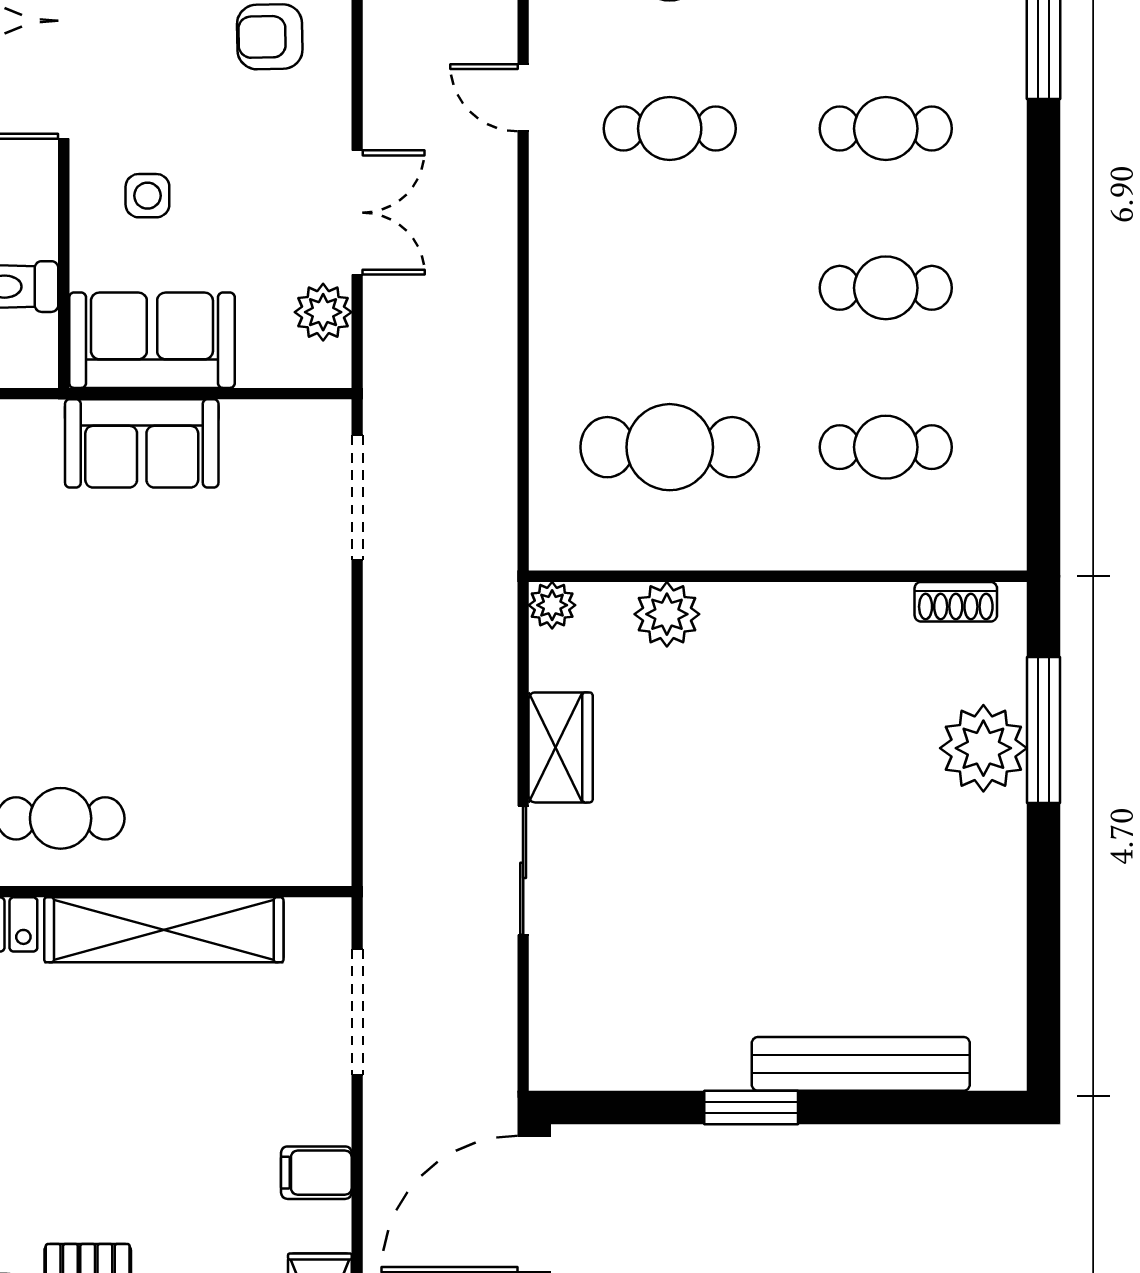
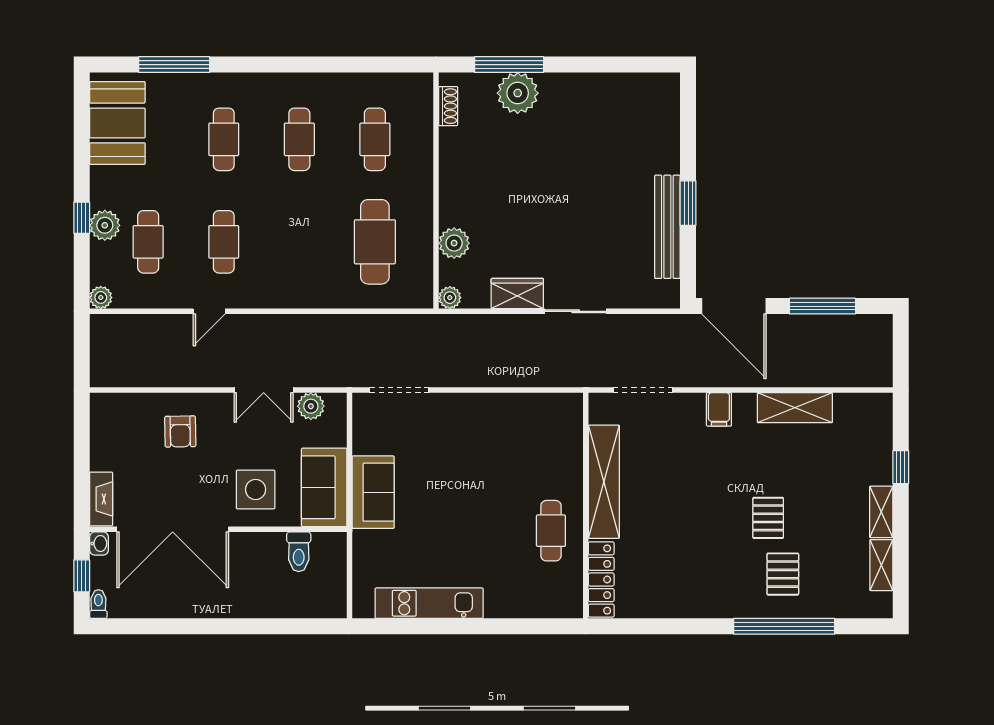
side table: (147, 196) -> (256, 489), width x1.87, depth x1.87
double door: (357, 213) -> (264, 390), swing flipped
bench: (861, 1064) -> (667, 227), moved

